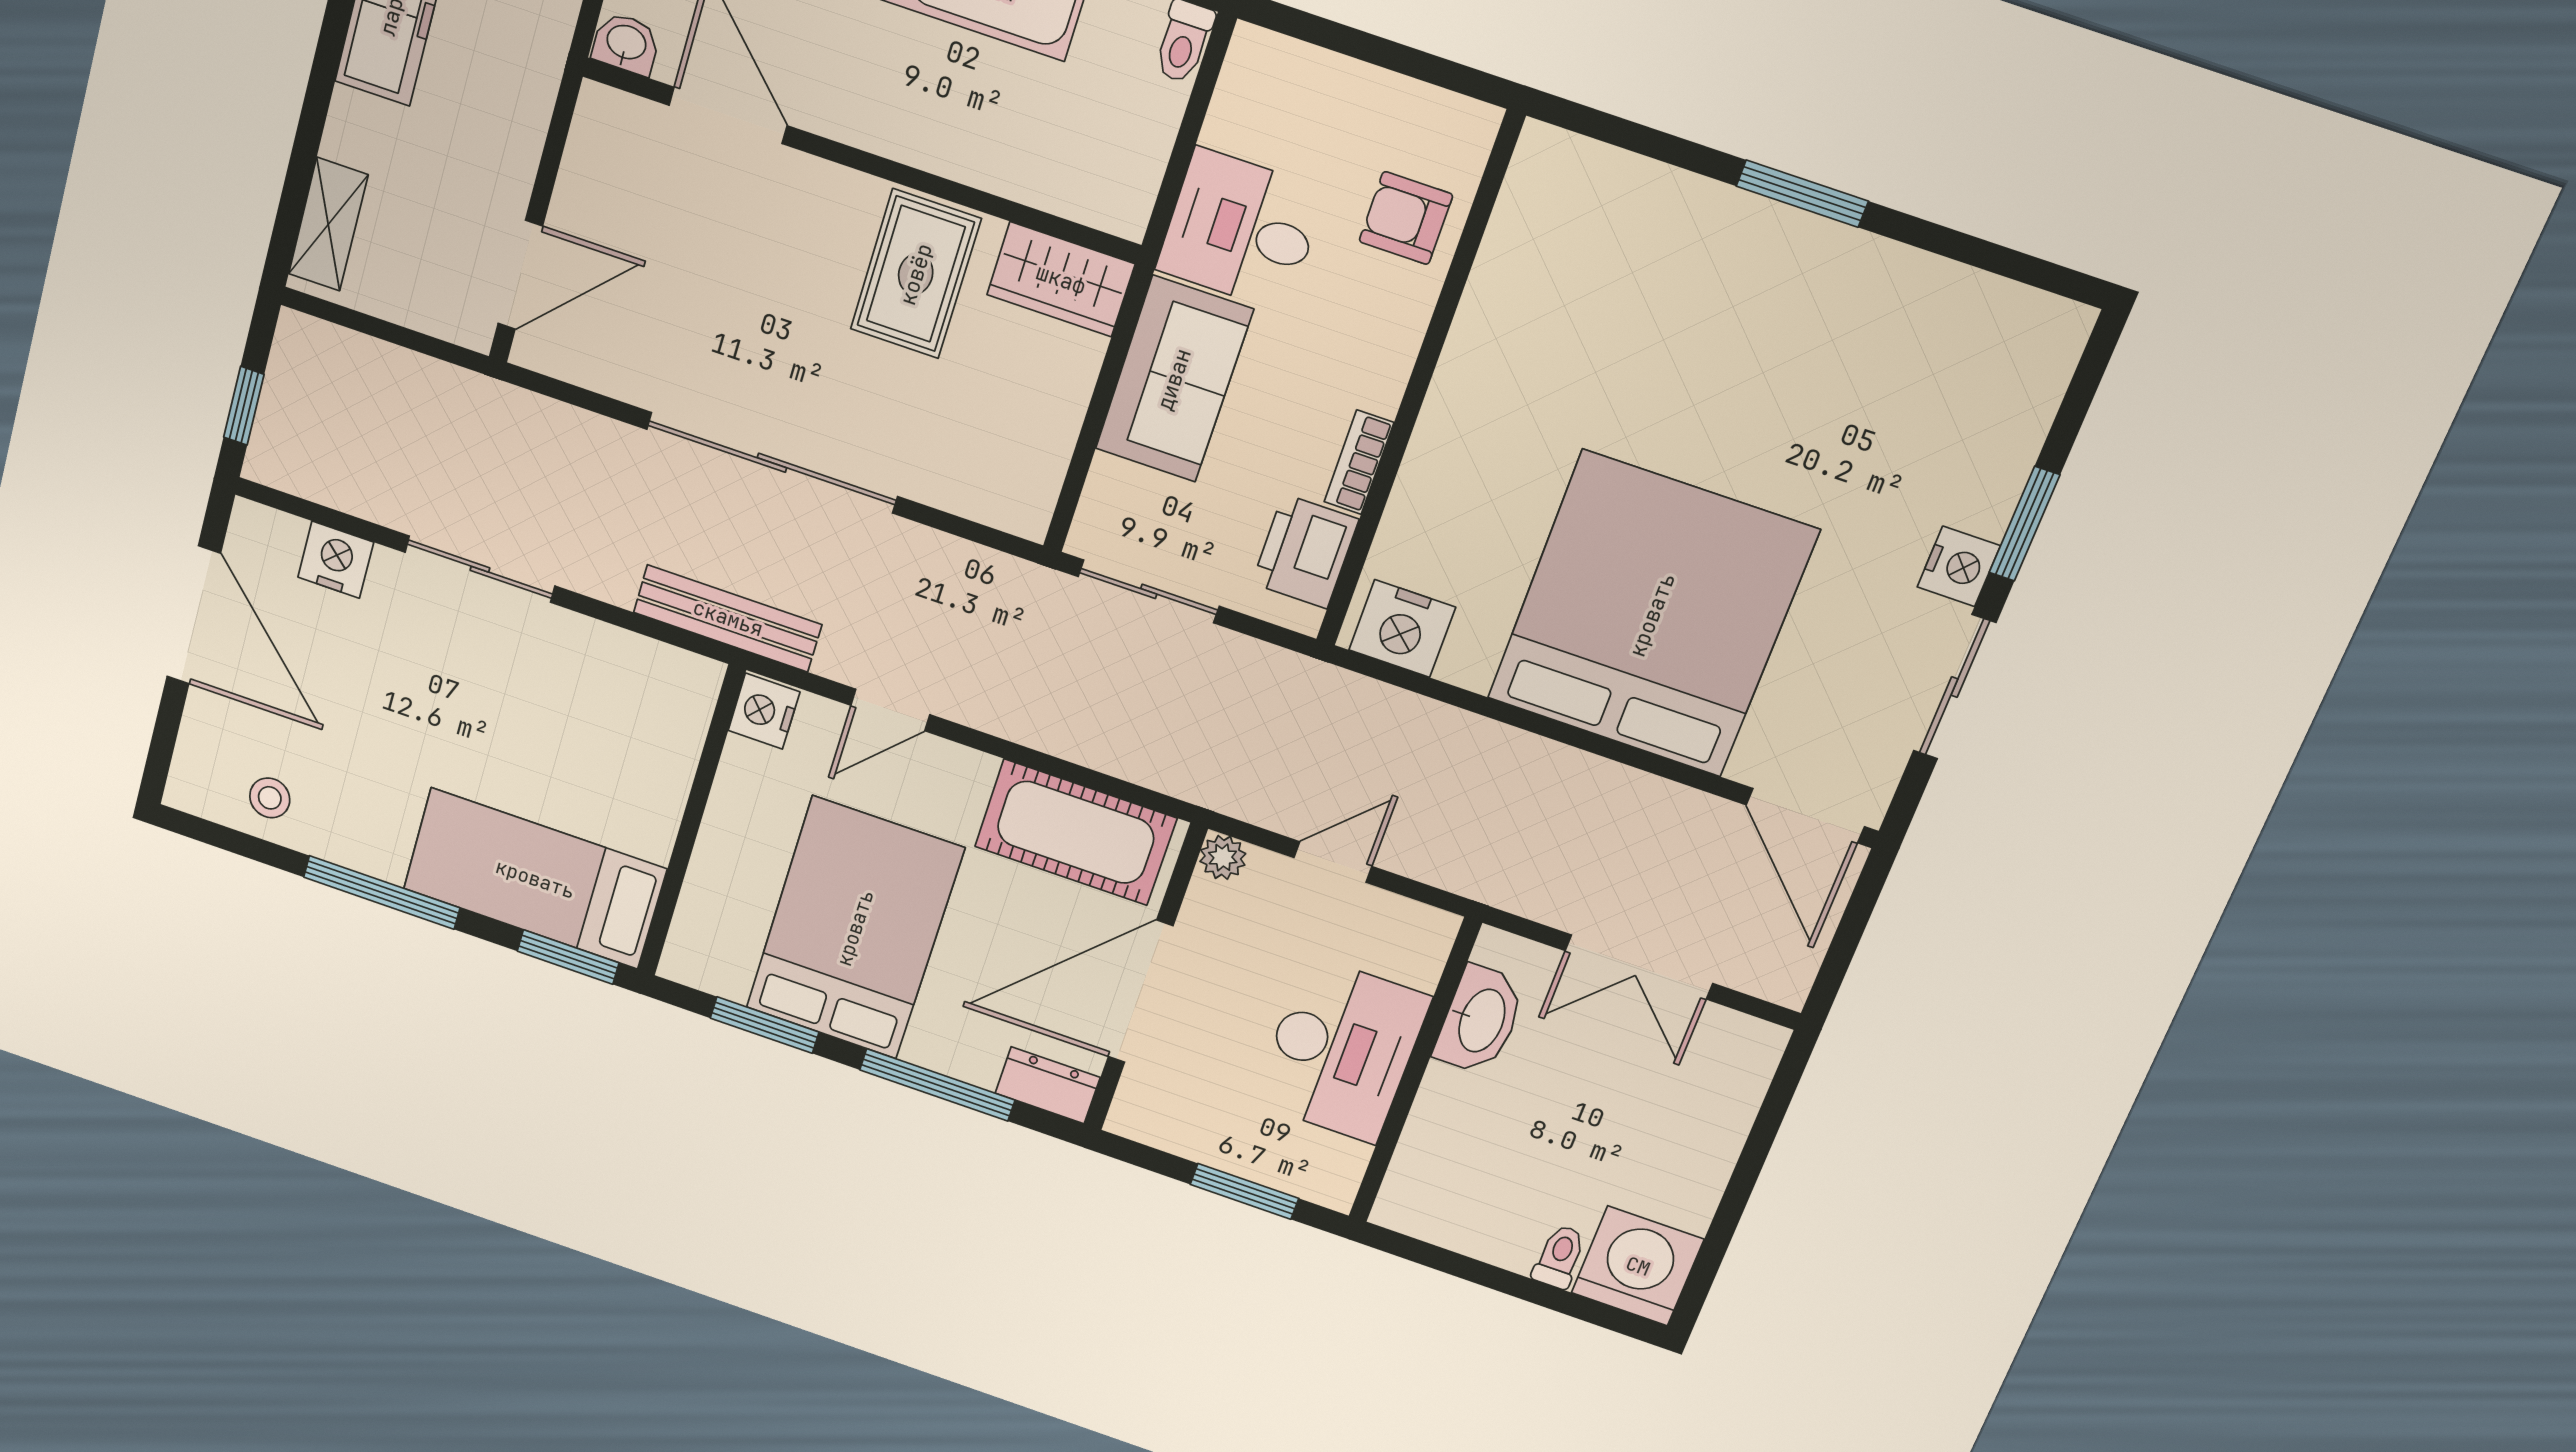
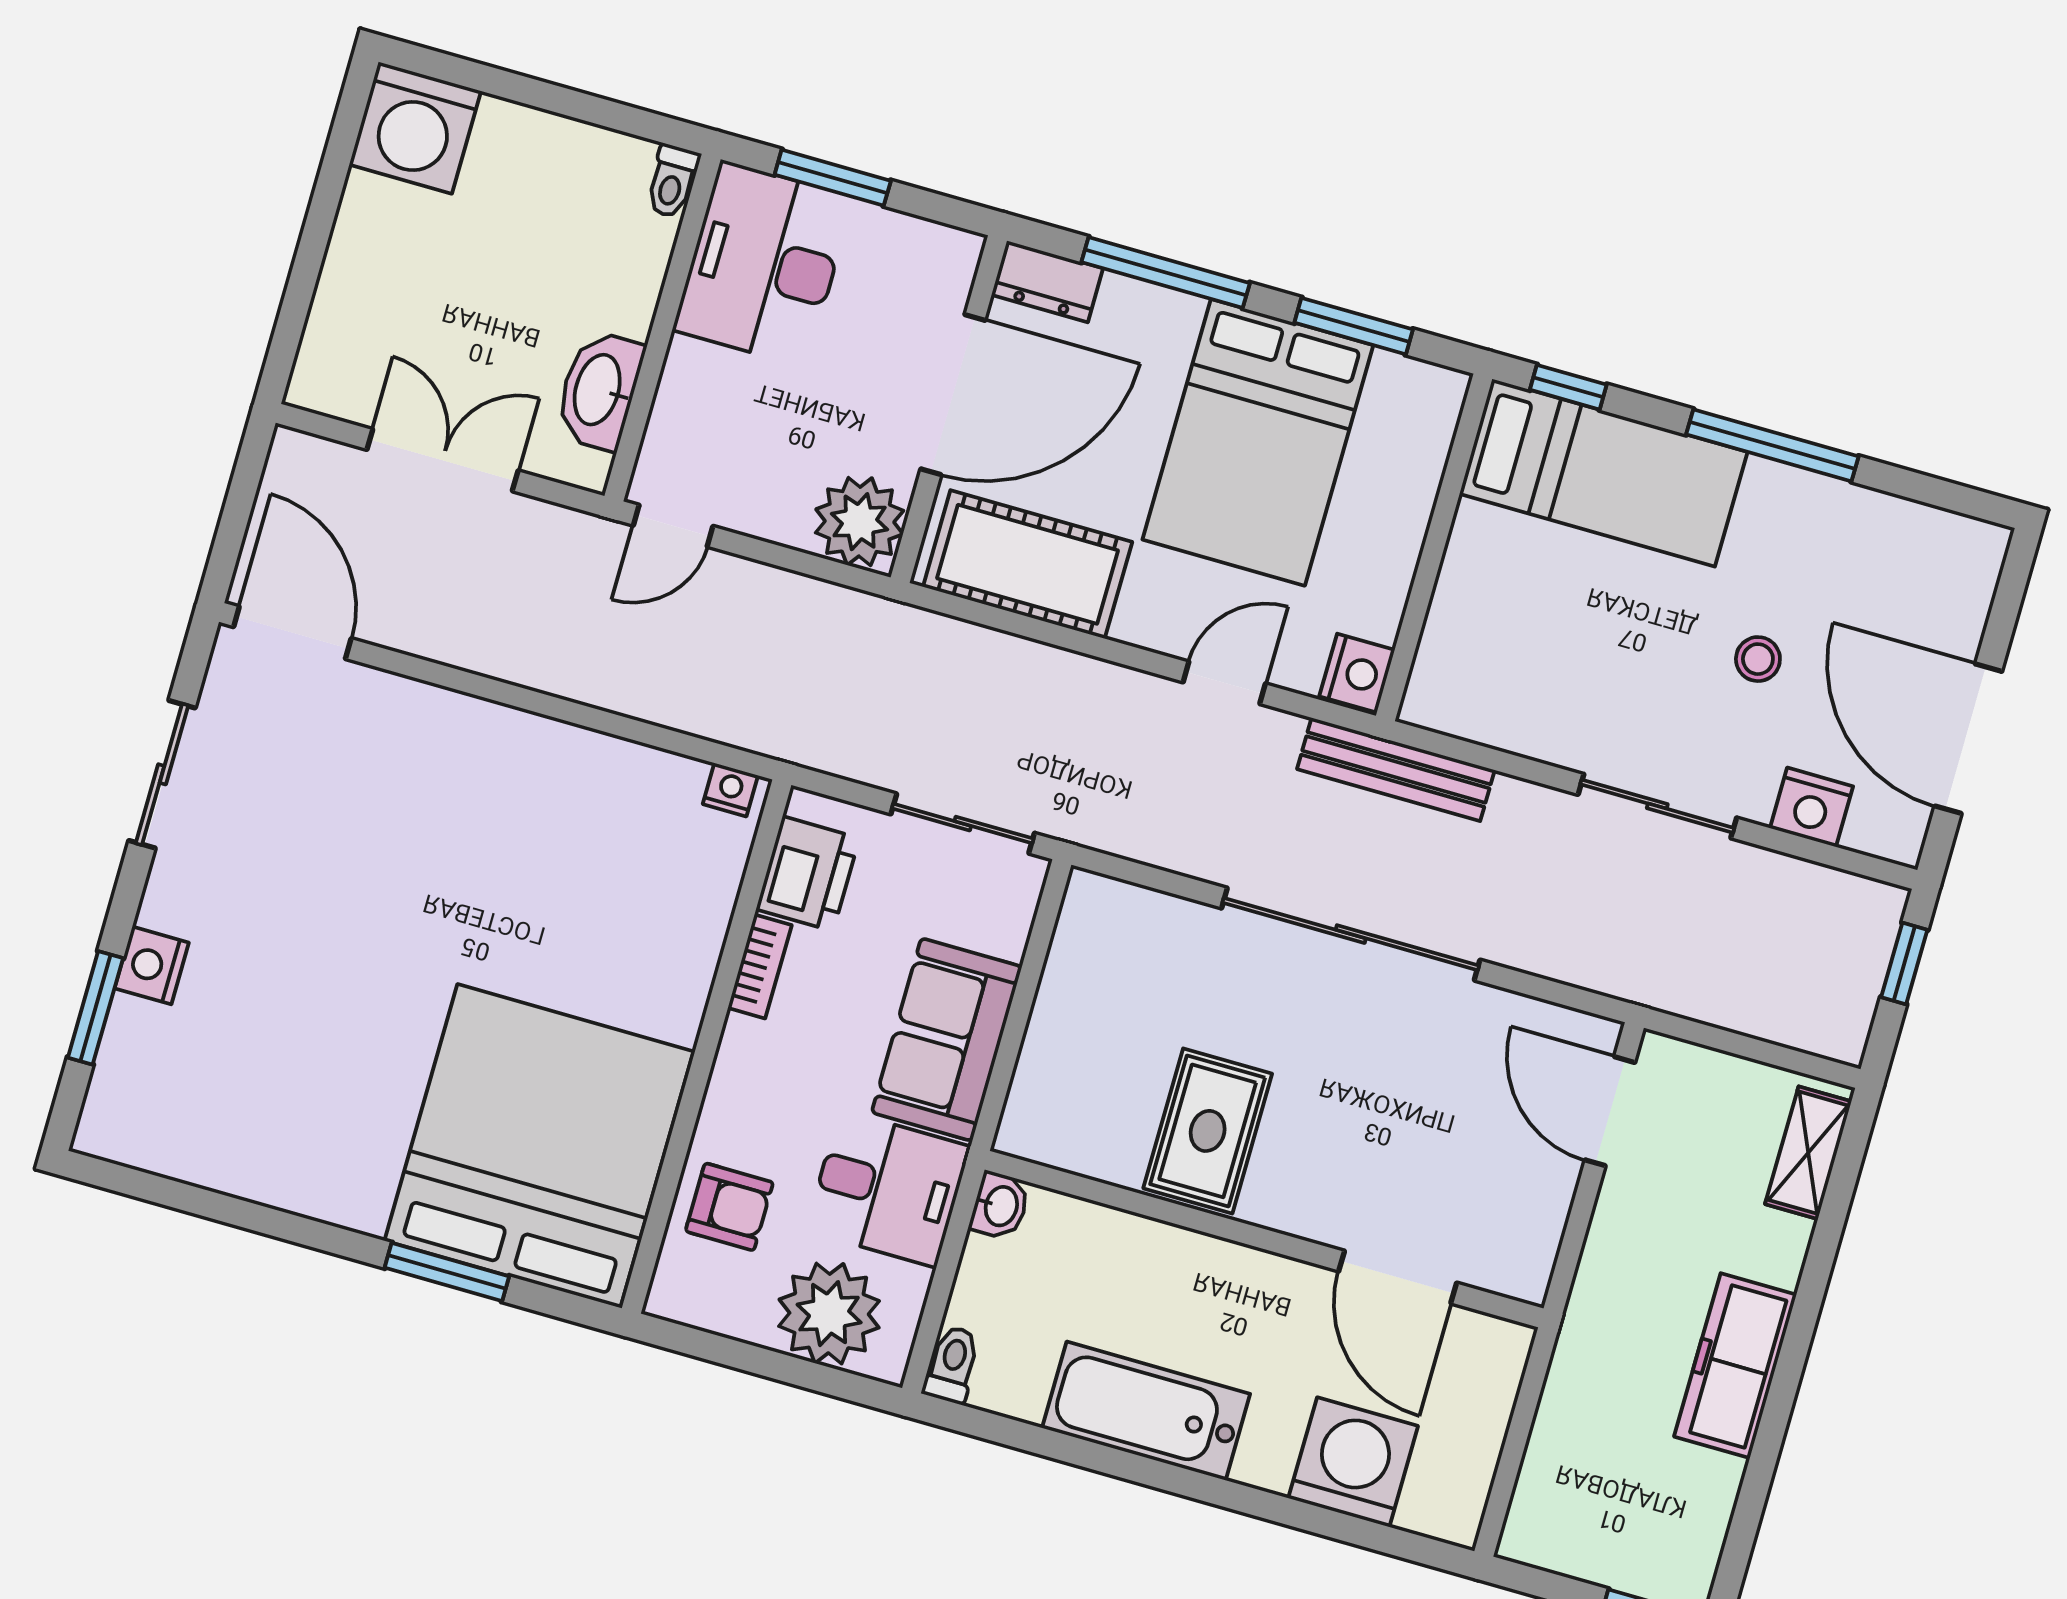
washbasin: (626, 44) -> (1000, 1206), moved, turned -90
plant: (1309, 101) -> (829, 1314), added
window: (1802, 194) -> (447, 1272), moved
door: (520, 275) -> (1610, 1111), hinge flipped
wardrobe: (1061, 279) -> (1063, 1132), removed
window: (2024, 524) -> (95, 1008), moved
nightstand: (1959, 566) -> (152, 965), moved
bed: (1652, 615) -> (539, 1146), moved, turned 180
nightstand: (1402, 629) -> (730, 790), width x0.53, depth x0.56
stool: (270, 798) -> (1758, 659), moved
plant: (1223, 857) -> (860, 522), width x1.87, depth x1.87
door: (1333, 862) -> (673, 526), moved
window: (568, 957) -> (1568, 387), width x0.67
desk: (1341, 1050) -> (763, 264), moved
toilet: (1559, 1257) -> (672, 181), moved

